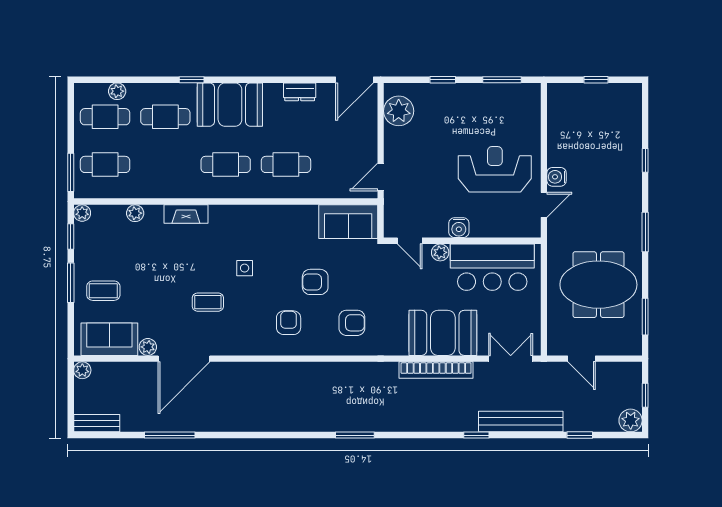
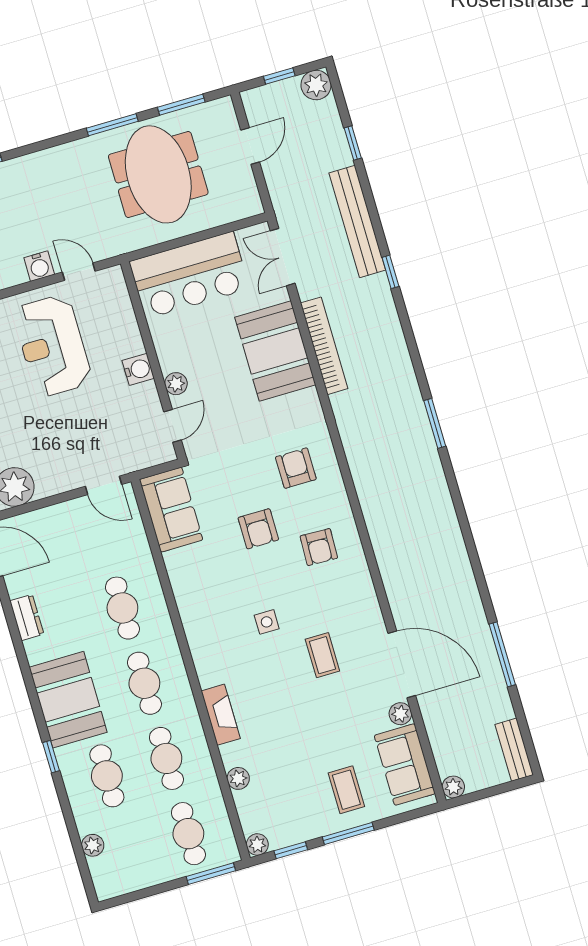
cafe table: (105, 117) -> (166, 758), moved
window: (645, 232) -> (112, 125), moved
bar counter: (492, 267) -> (189, 275), moved, turned 90
armchair: (289, 323) -> (319, 547), turned -88
door: (581, 359) -> (250, 146), moved

